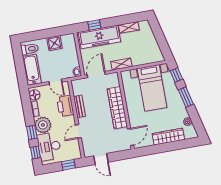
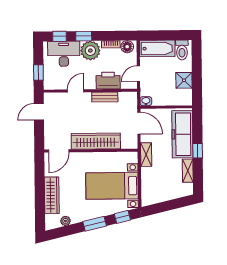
window: (94, 25) -> (198, 151), moved
door: (78, 131) -> (76, 91), hinge flipped
door: (131, 137) -> (59, 151), hinge flipped

